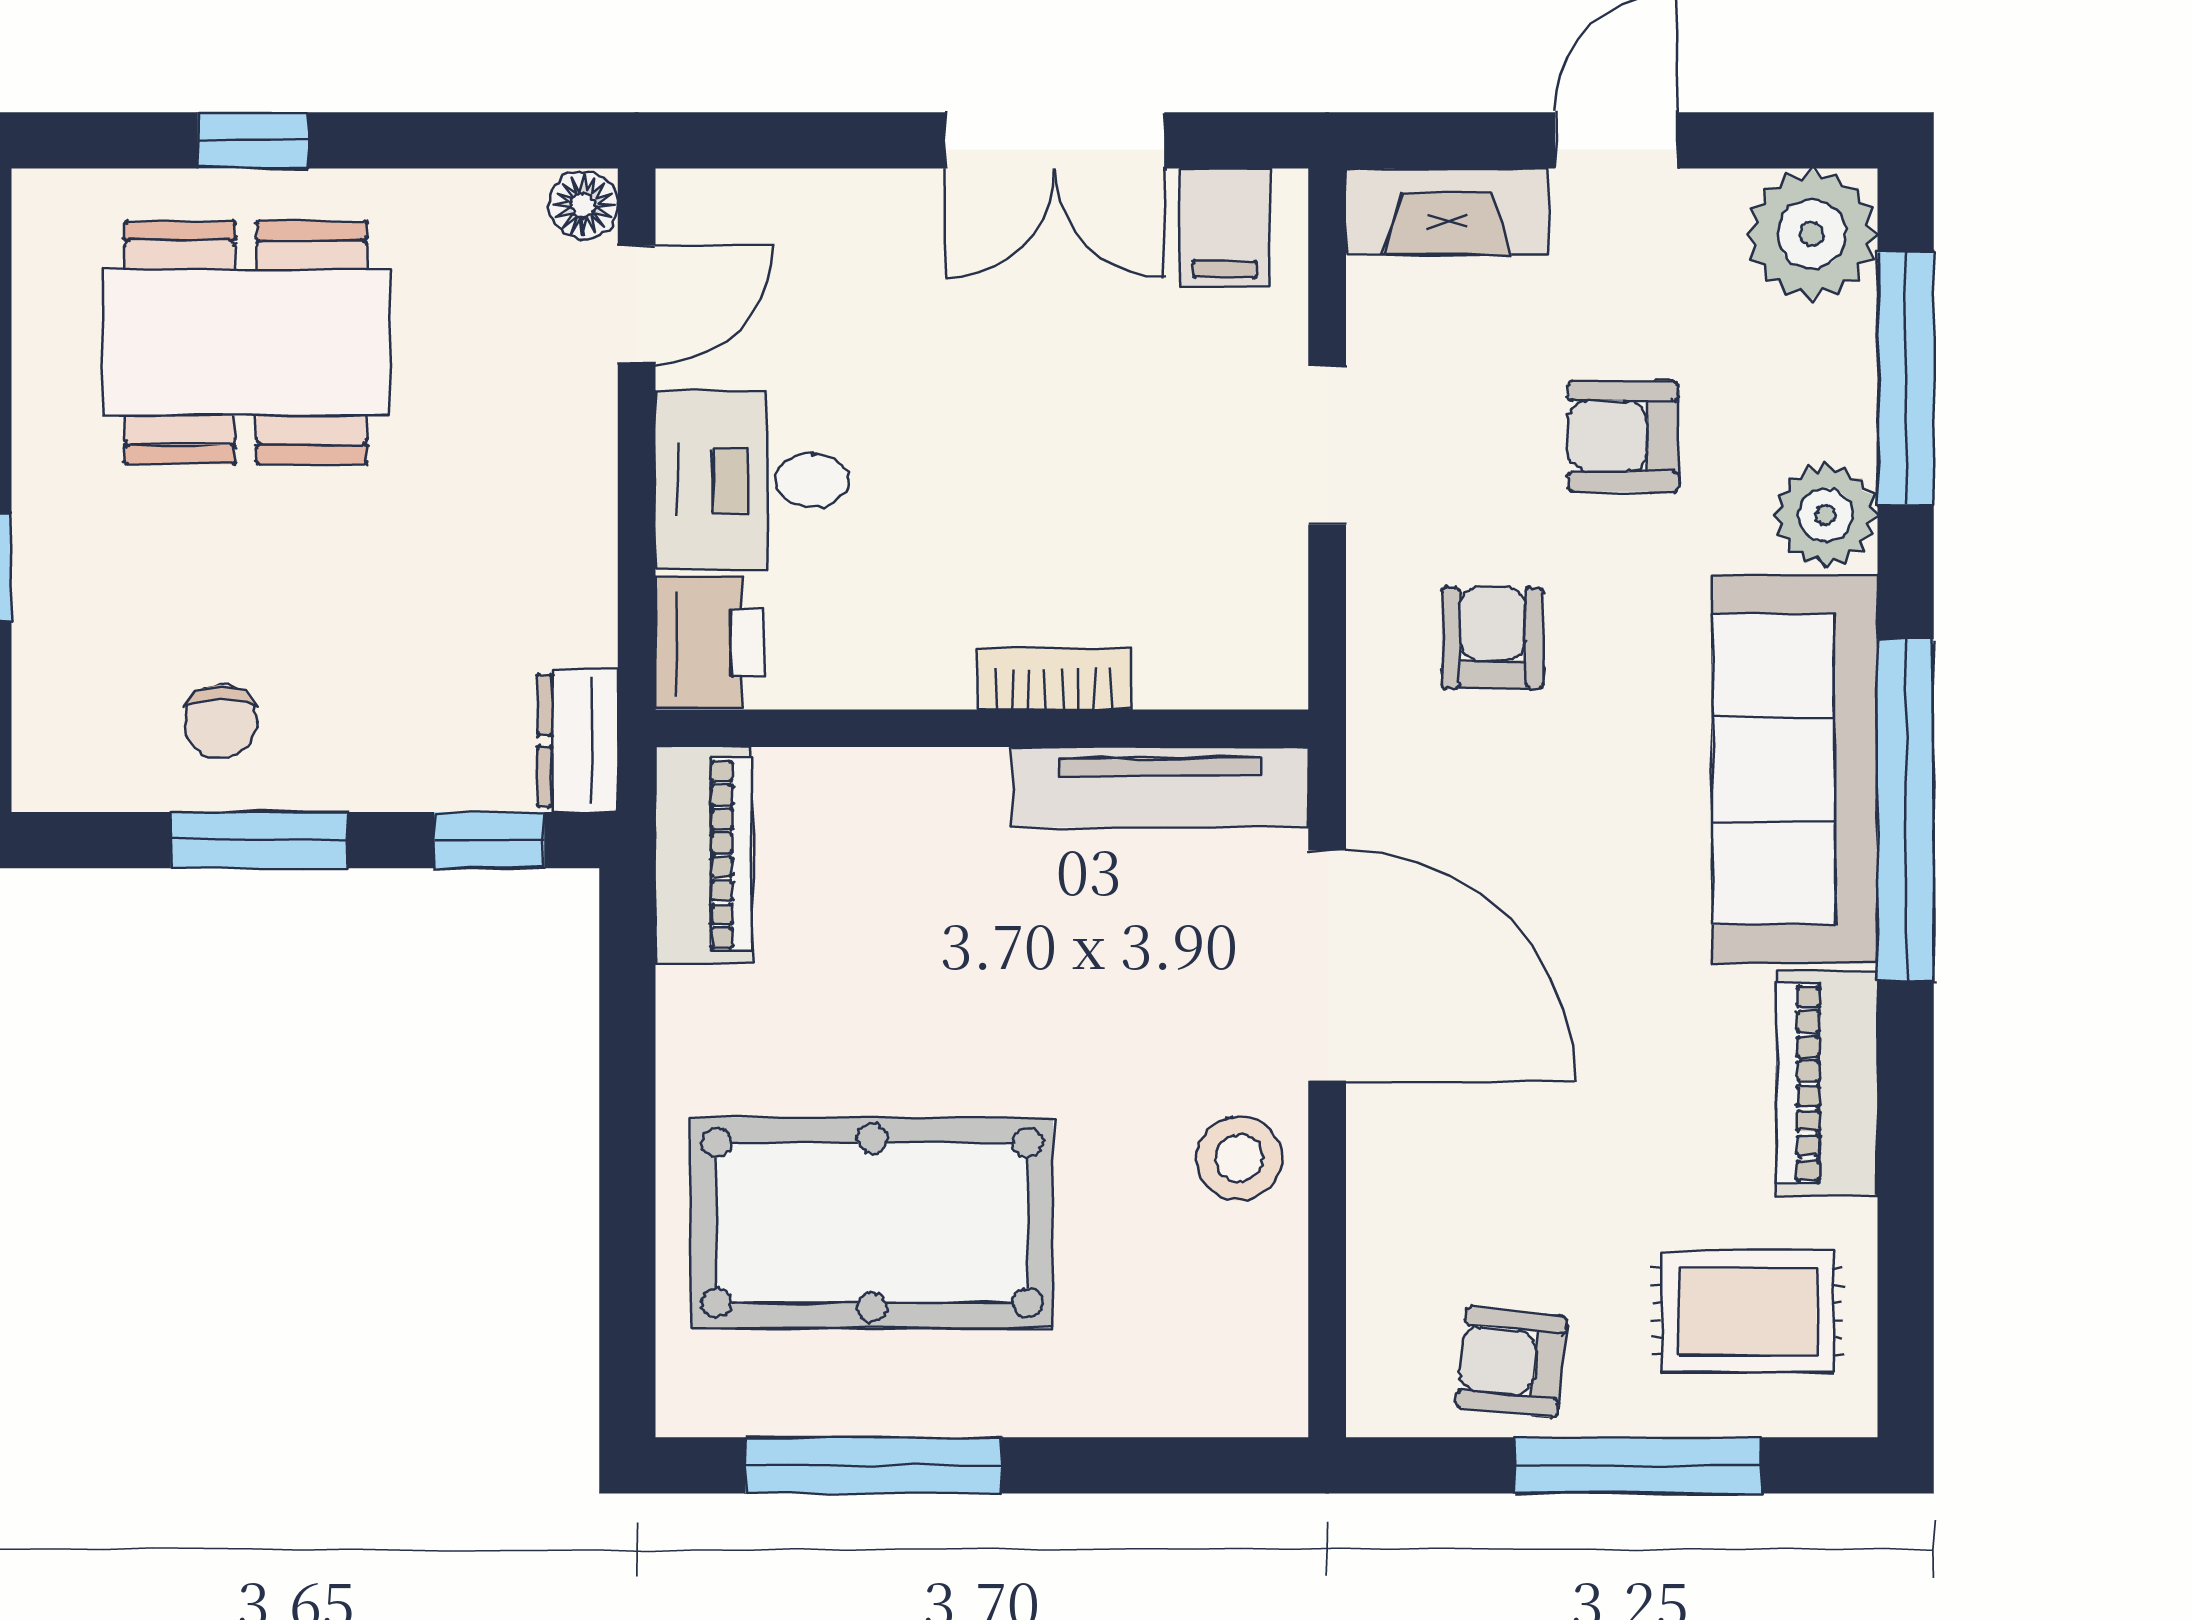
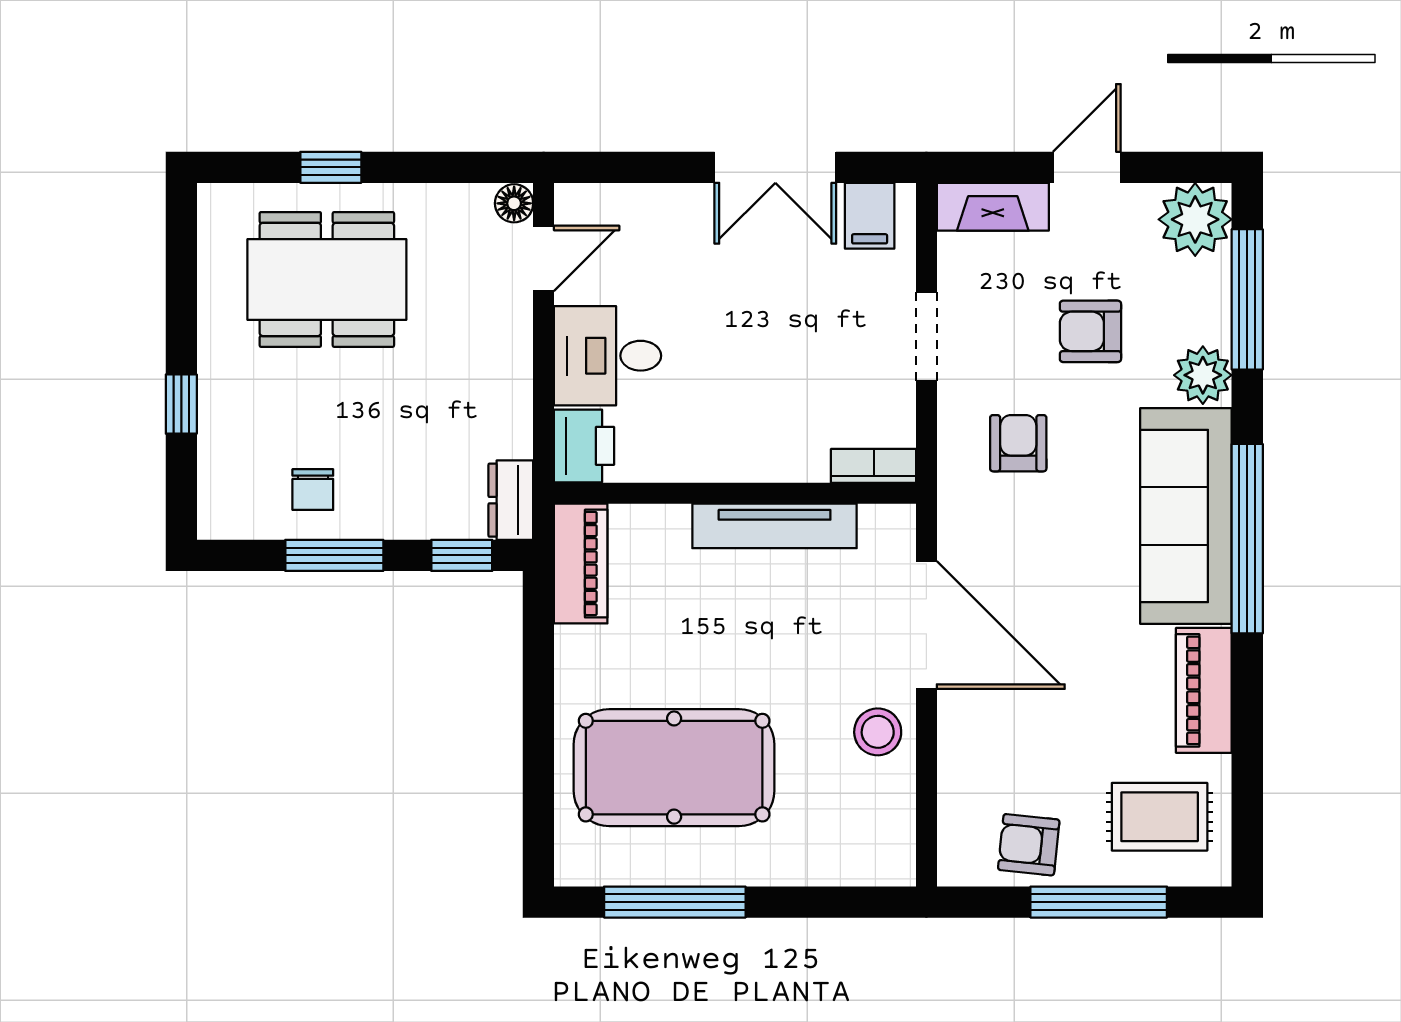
bookcase: (1054, 679) -> (874, 466), moved
tv unit: (1160, 787) -> (775, 526), moved

